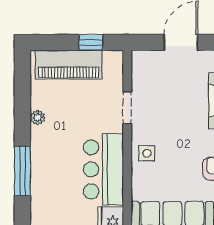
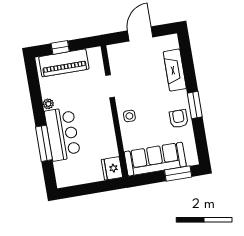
window: (91, 42) -> (60, 47), moved
bar counter: (103, 169) -> (62, 134), moved, turned 180

